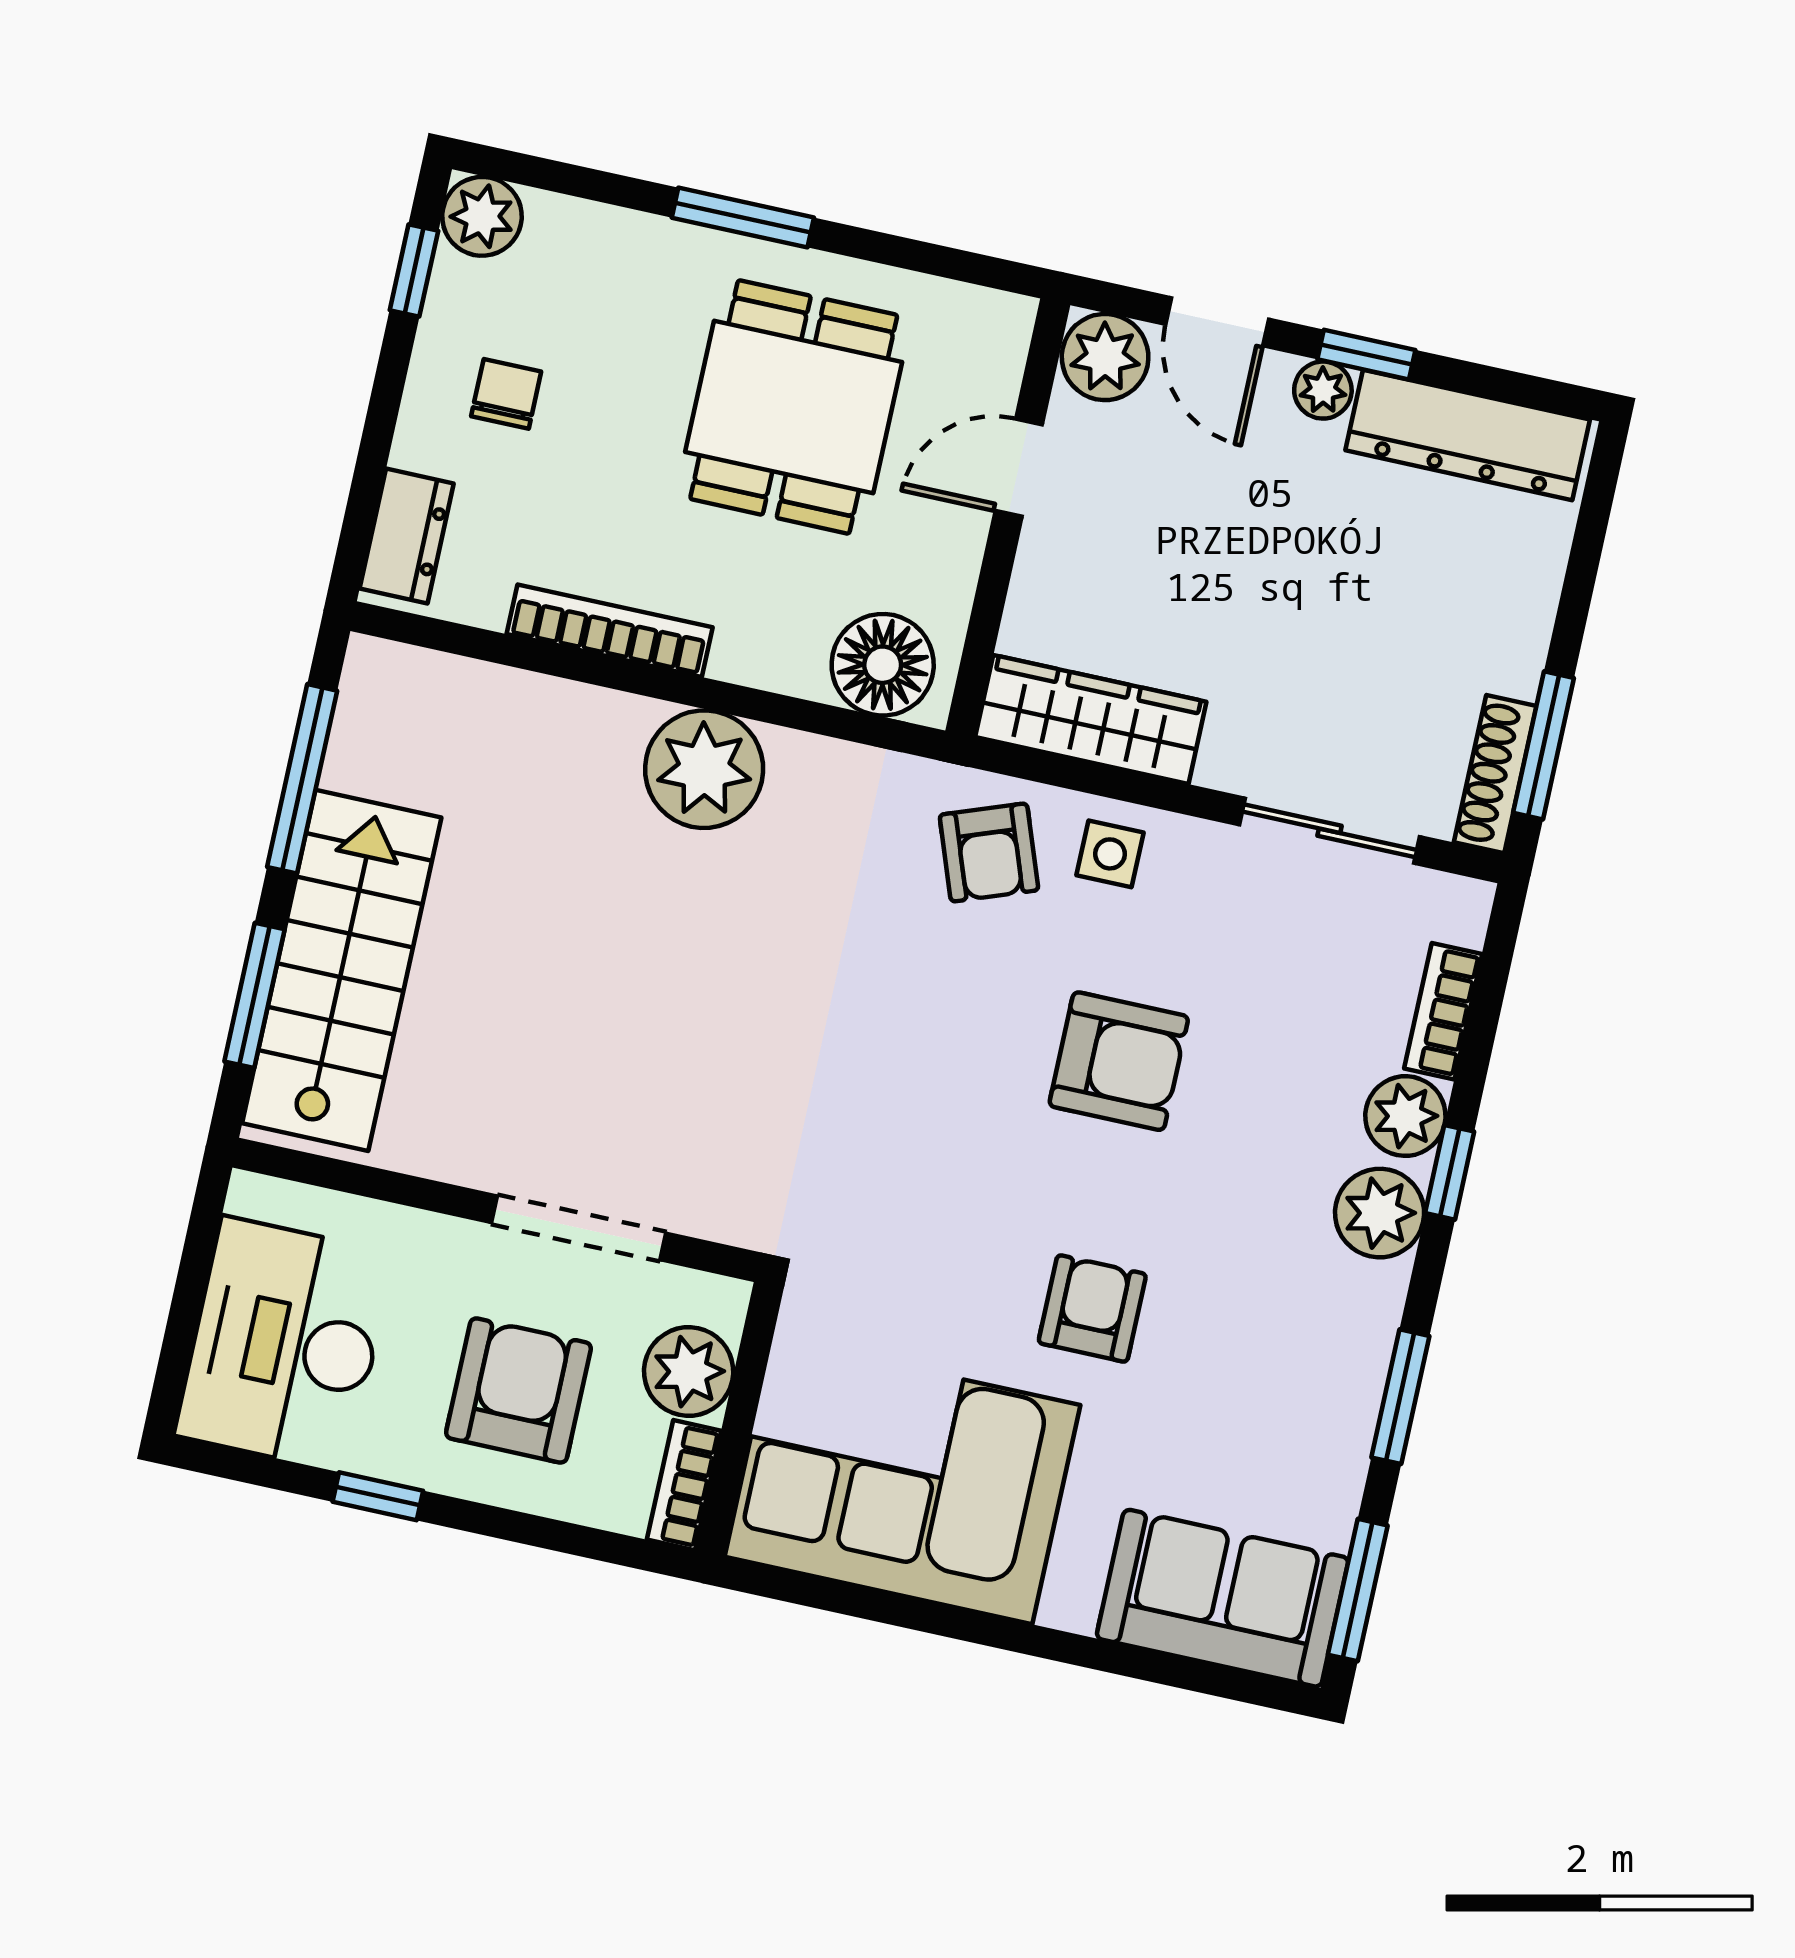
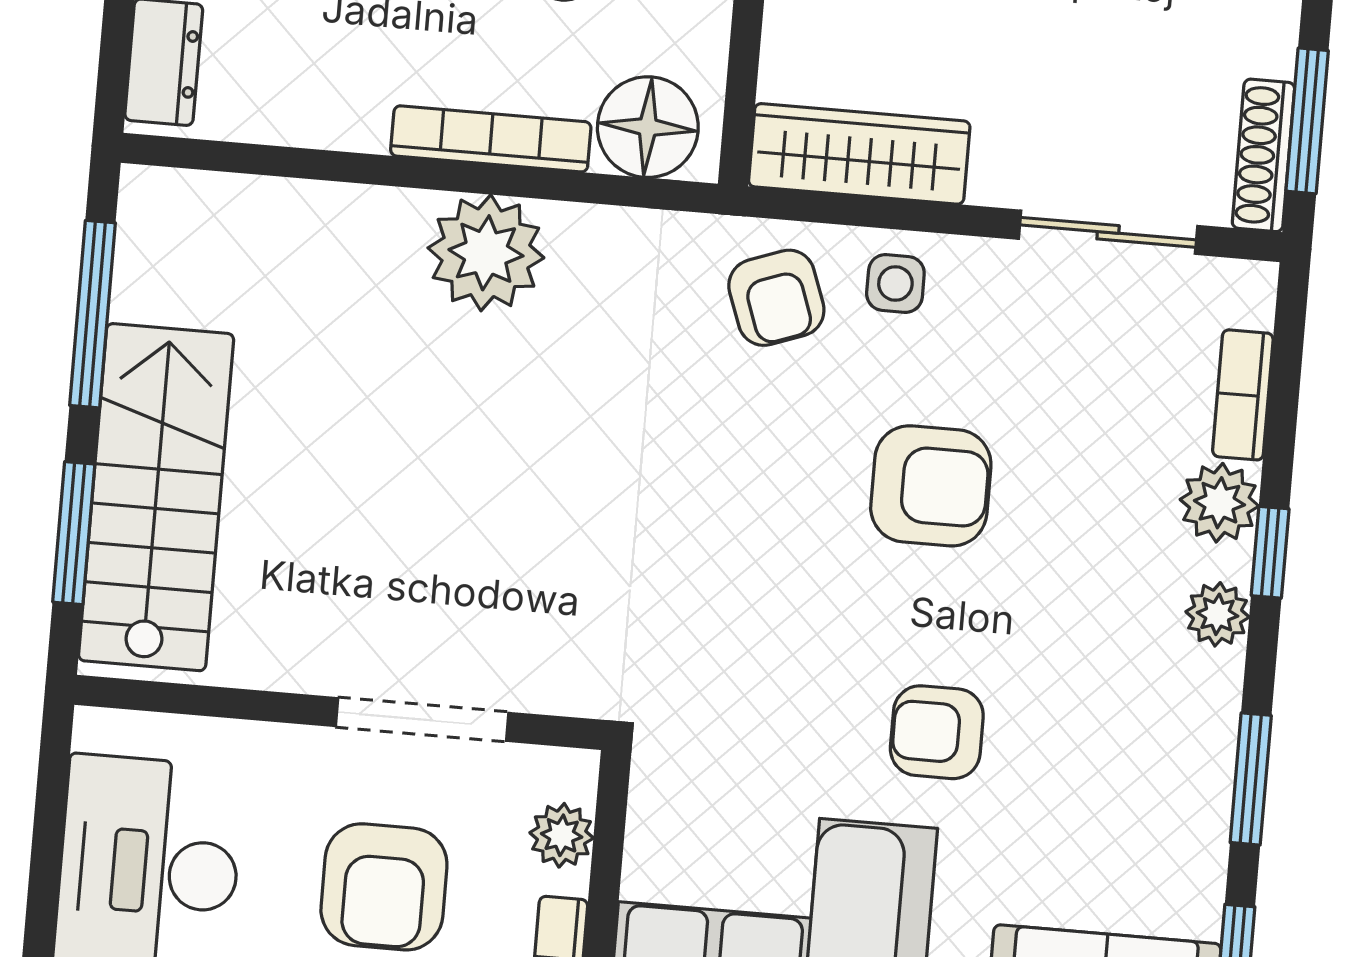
bookcase: (610, 631) -> (491, 139), moved
plant: (1380, 1213) -> (1218, 614), width x0.73, depth x0.73
armchair: (1092, 1309) -> (937, 732), turned -90
plant: (689, 1372) -> (562, 835), width x0.73, depth x0.73
armchair: (518, 1390) -> (384, 887), turned 180

